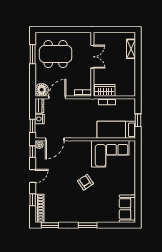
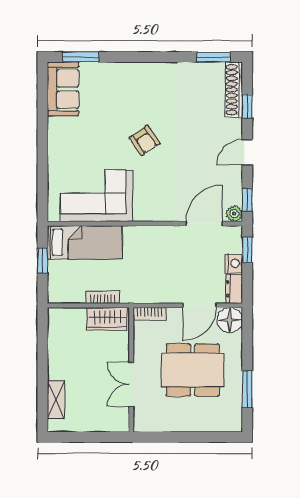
dining table: (56, 54) -> (193, 370), moved
window: (88, 225) -> (81, 57), moved

